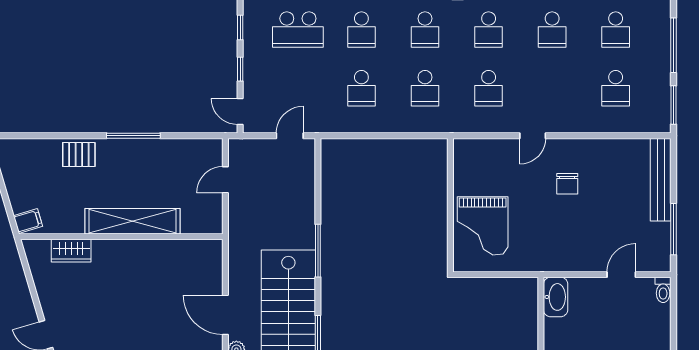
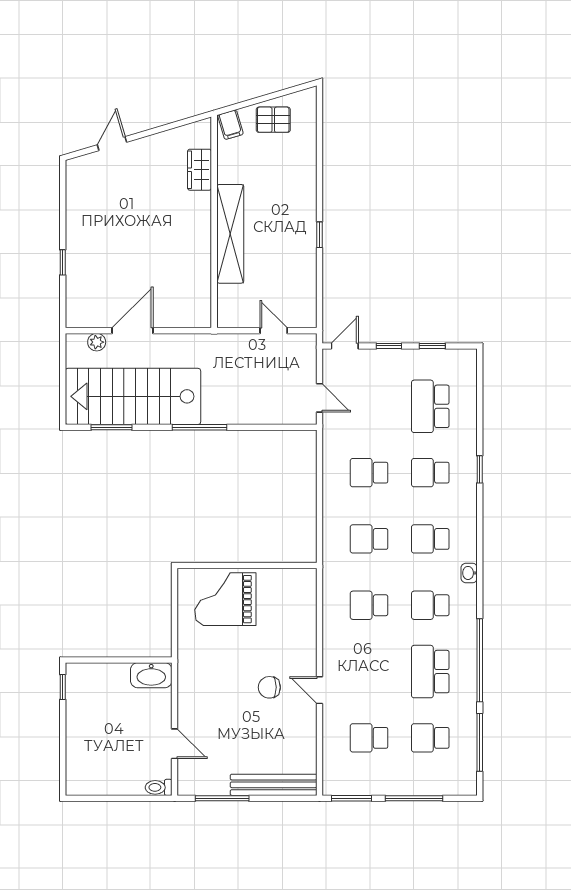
school desk: (552, 30) -> (430, 672), width x1.85
window: (133, 136) -> (320, 235), width x0.46
door: (533, 136) -> (320, 690), moved
pallet: (79, 155) -> (273, 120), moved, turned 90

